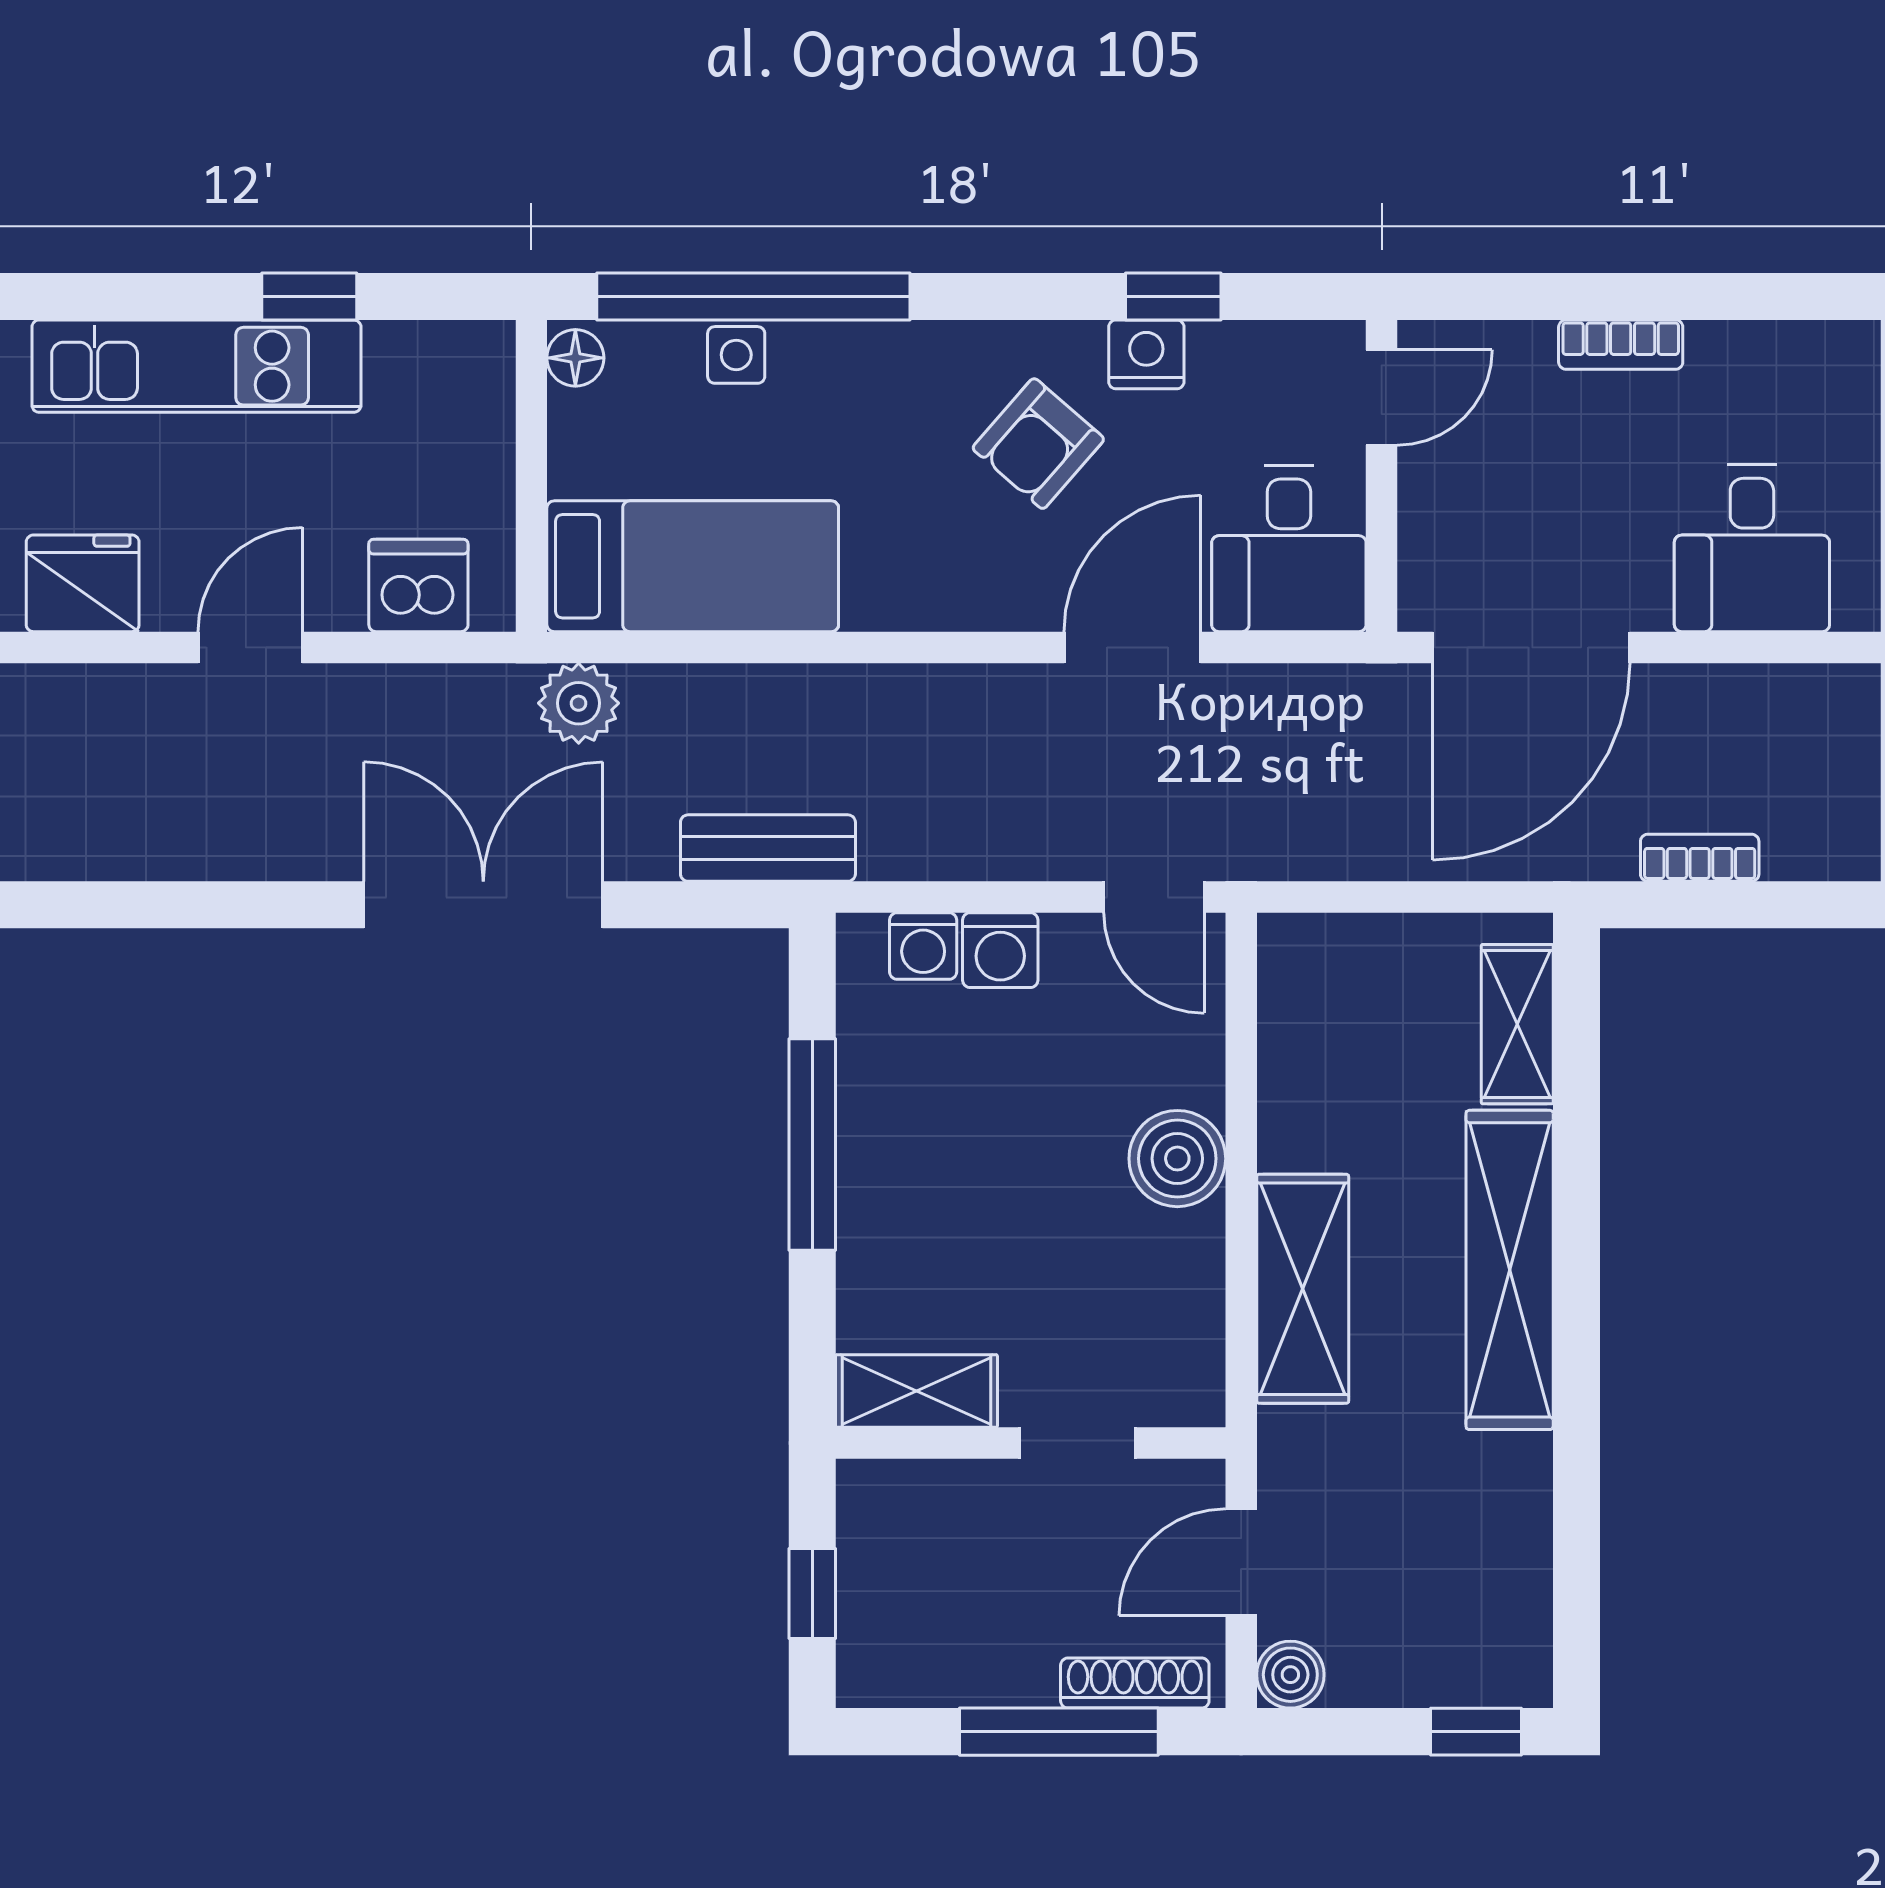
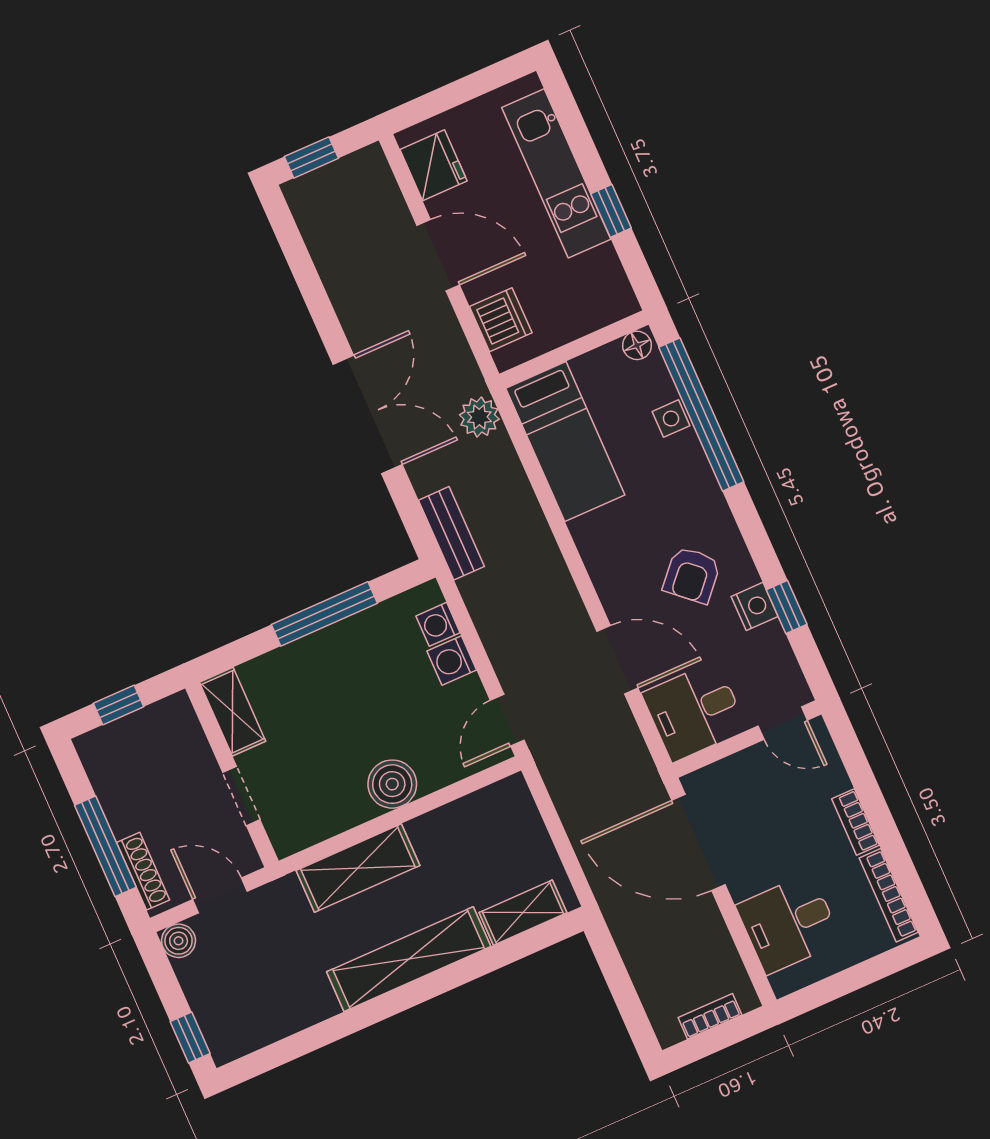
bookcase: (1781, 343) -> (889, 895), added
armchair: (1038, 444) -> (692, 575), turned -89
door: (250, 647) -> (438, 255), width x1.38
bookcase: (1700, 858) -> (710, 1016), moved, turned -90

